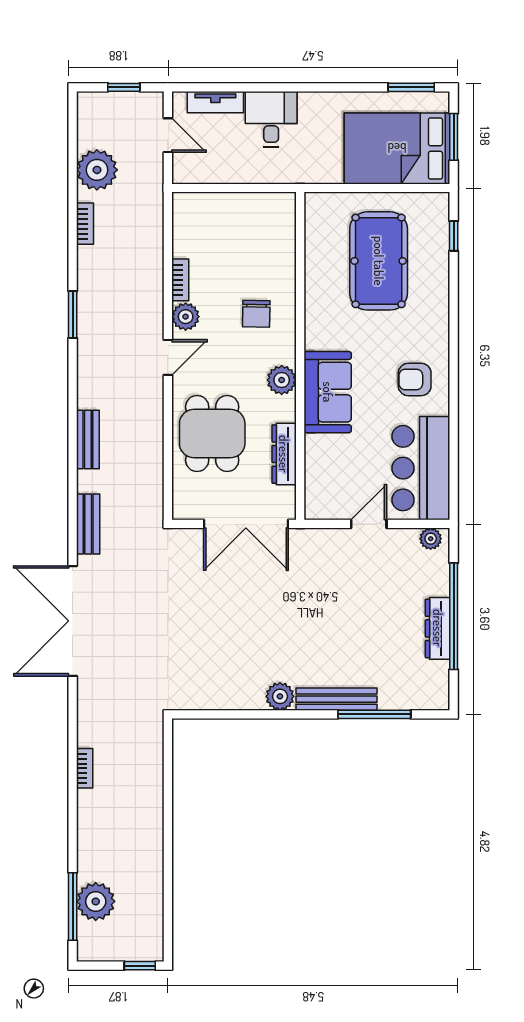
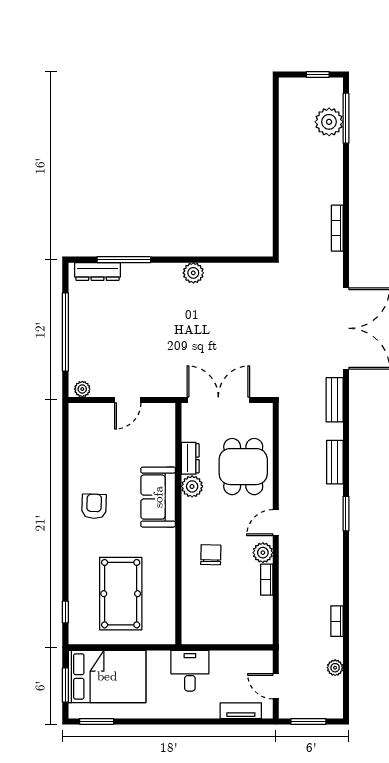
window: (124, 87) -> (308, 721), width x1.50
desk: (271, 119) -> (190, 671), moved, turned 180
plant: (97, 170) -> (335, 668), width x0.53, depth x0.53
window: (73, 315) -> (346, 514), moved
plant: (282, 380) -> (192, 486), moved
armchair: (415, 380) -> (94, 506), turned -88
dresser: (284, 454) -> (190, 458), width x0.70
bar counter: (421, 468) -> (90, 441), removed
dresser: (438, 628) -> (98, 271), moved, turned 90
bench: (337, 699) -> (152, 271), removed
bookcase: (85, 768) -> (337, 228), width x1.56
window: (140, 966) -> (318, 75), moved

